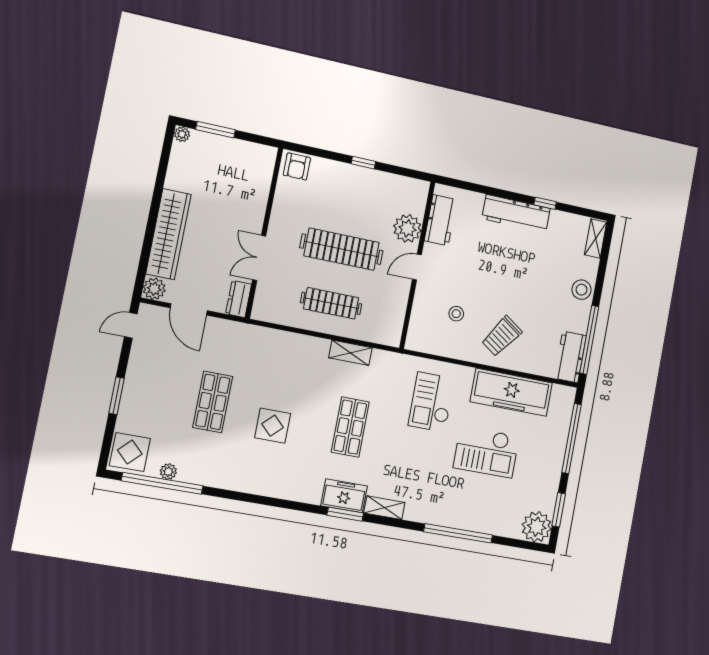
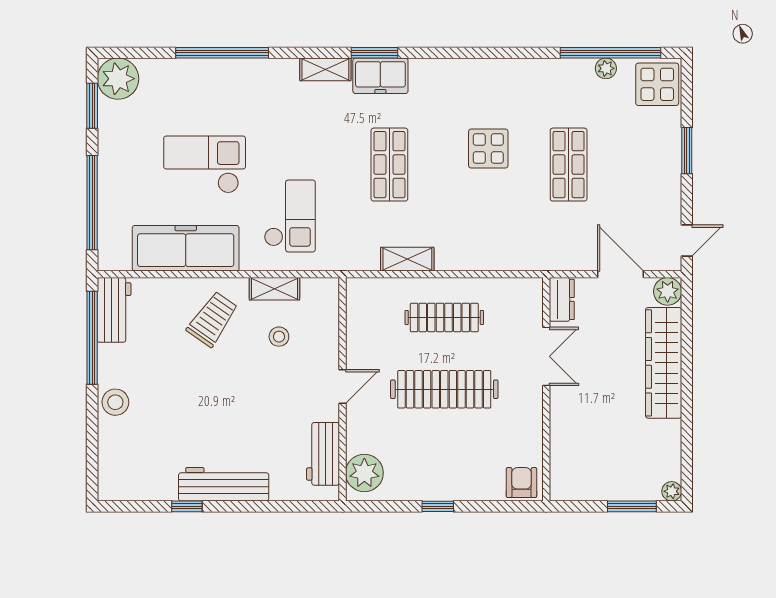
plant: (407, 228) -> (364, 473), moved
shelving: (596, 238) -> (274, 289), moved, turned 90

